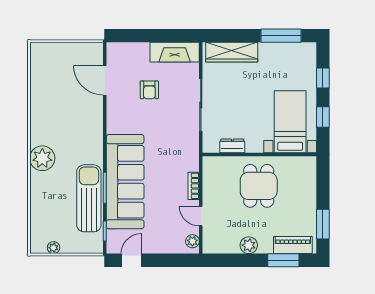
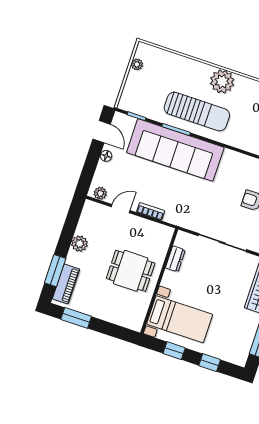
sun lounger: (89, 198) -> (197, 112), moved
floor lamp: (154, 248) -> (106, 156), added

